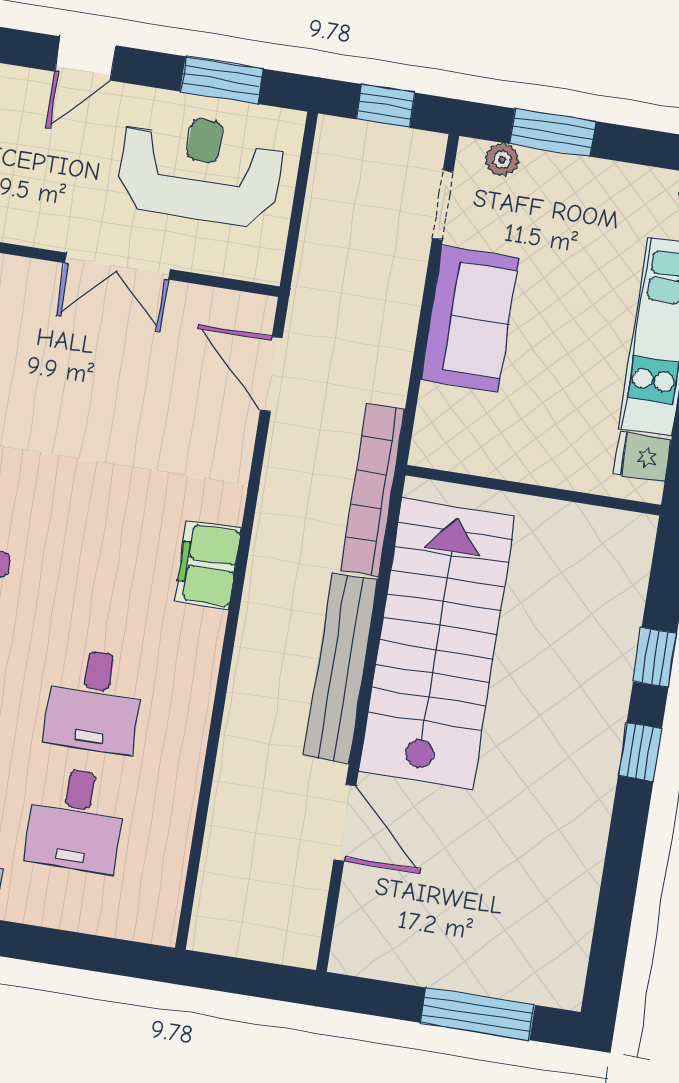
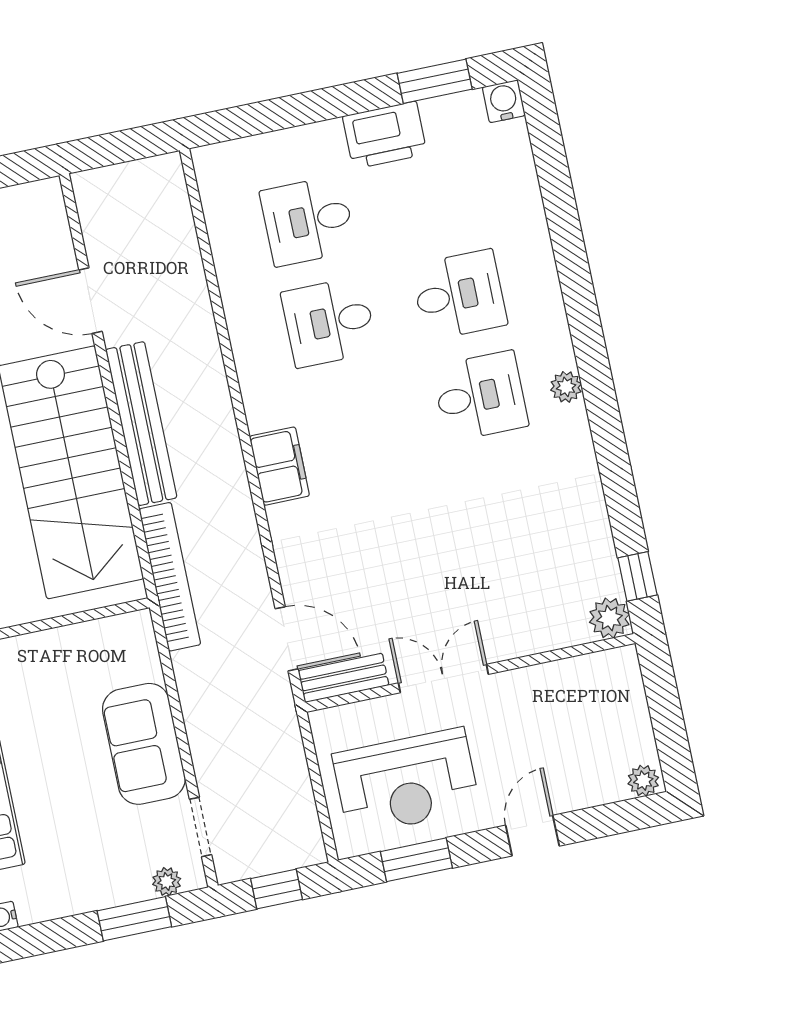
bench: (226, 308) -> (344, 678), added
desk: (94, 701) -> (329, 322), turned -90
desk: (75, 820) -> (308, 221), turned -90

